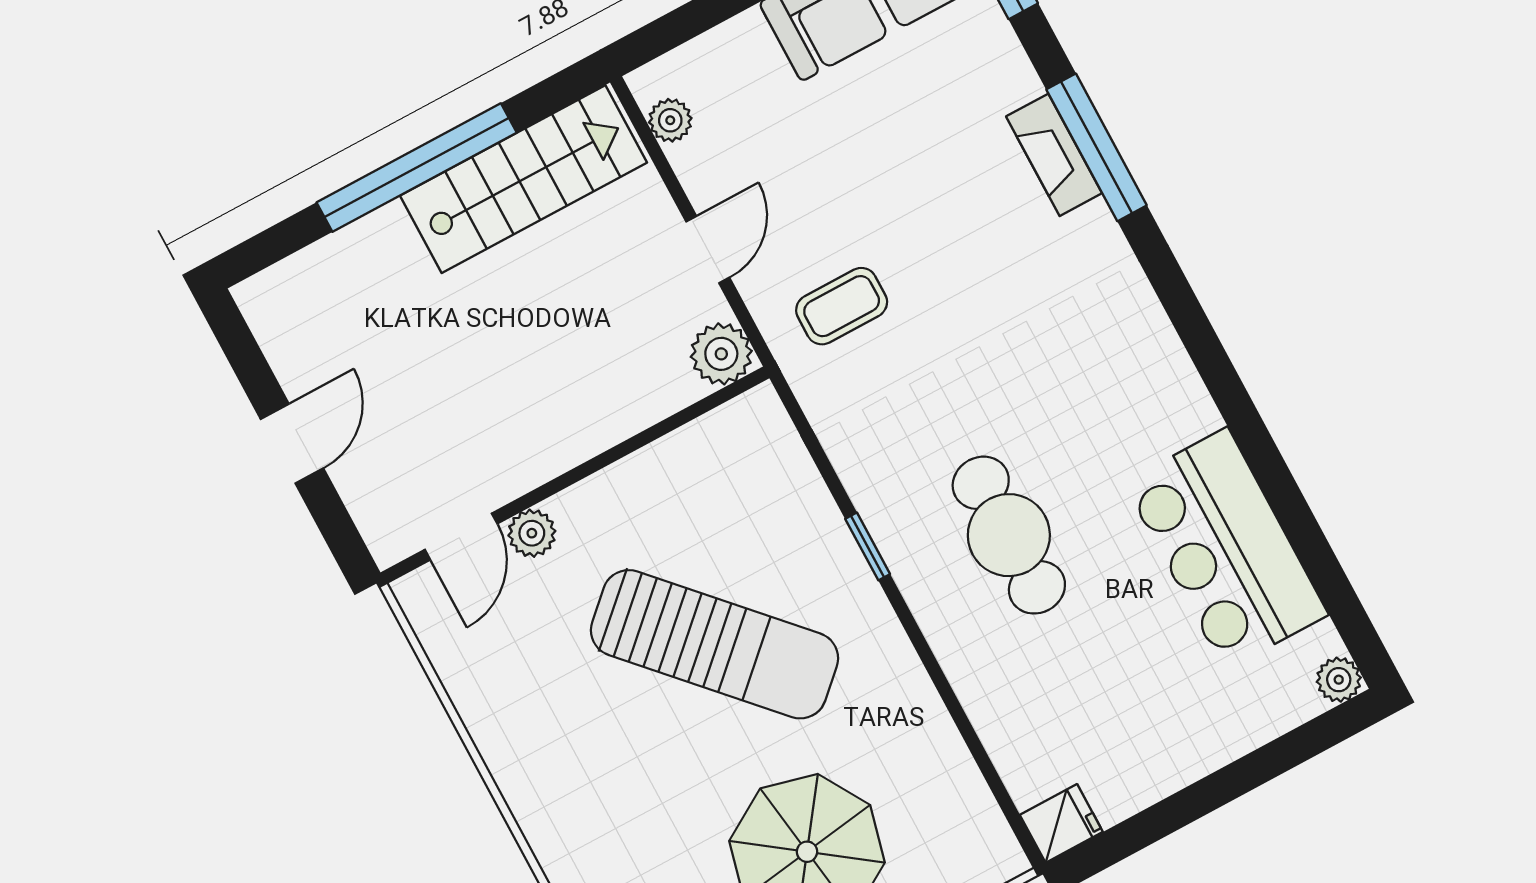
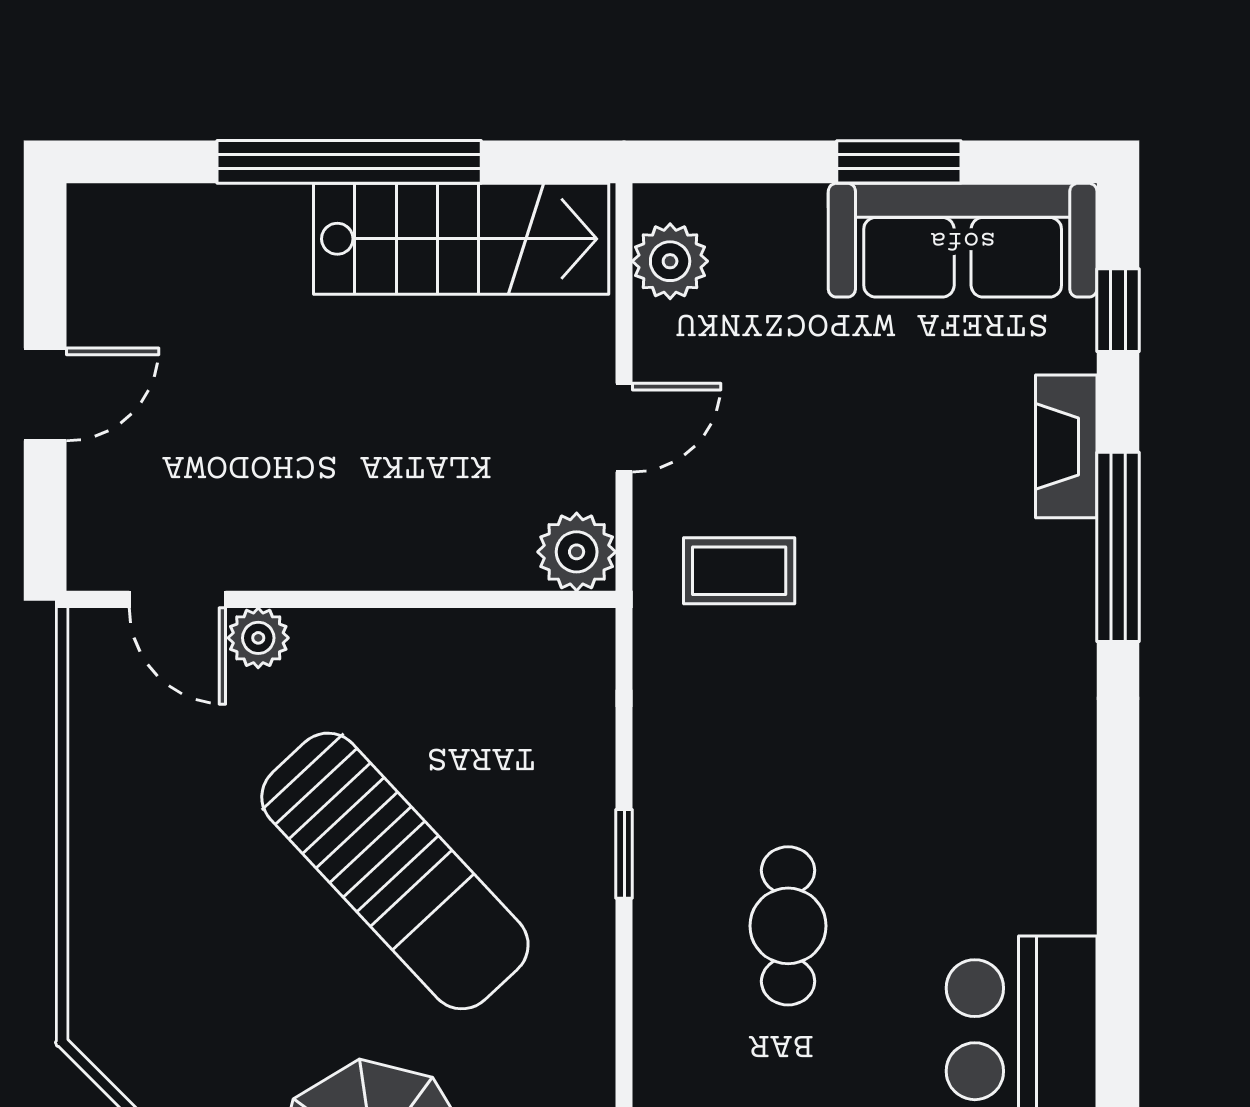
plant: (670, 120) -> (670, 261), width x1.38, depth x1.38
fireplace: (1054, 155) -> (1066, 446), moved
cafe table: (1009, 535) -> (788, 926), width x0.73, depth x0.74
door: (461, 537) -> (177, 599), hinge flipped

